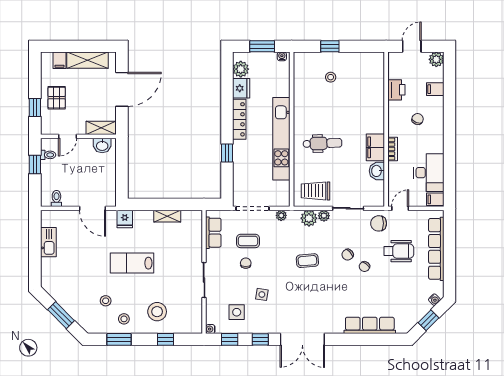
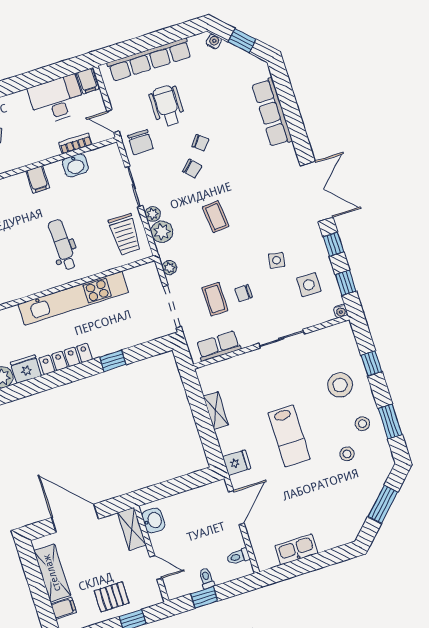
filing cabinet: (375, 147) -> (38, 179), width x0.50
bookcase: (393, 149) -> (75, 144), moved
toilet: (48, 155) -> (207, 578), moved

